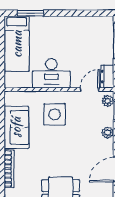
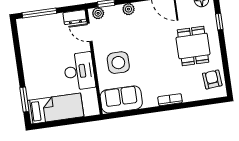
sofa: (16, 127) -> (121, 99), moved
bookcase: (9, 169) -> (170, 100), width x0.64

